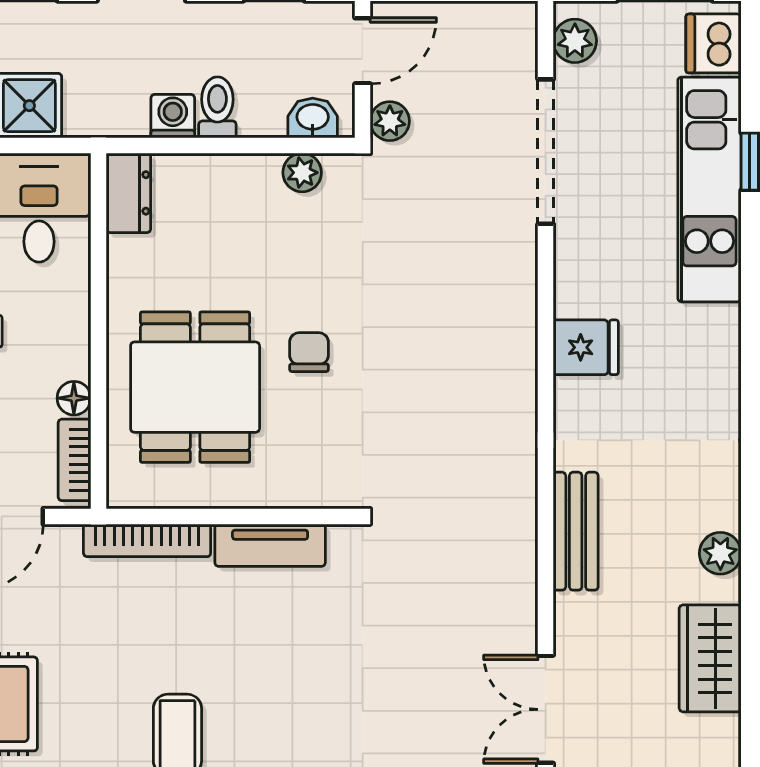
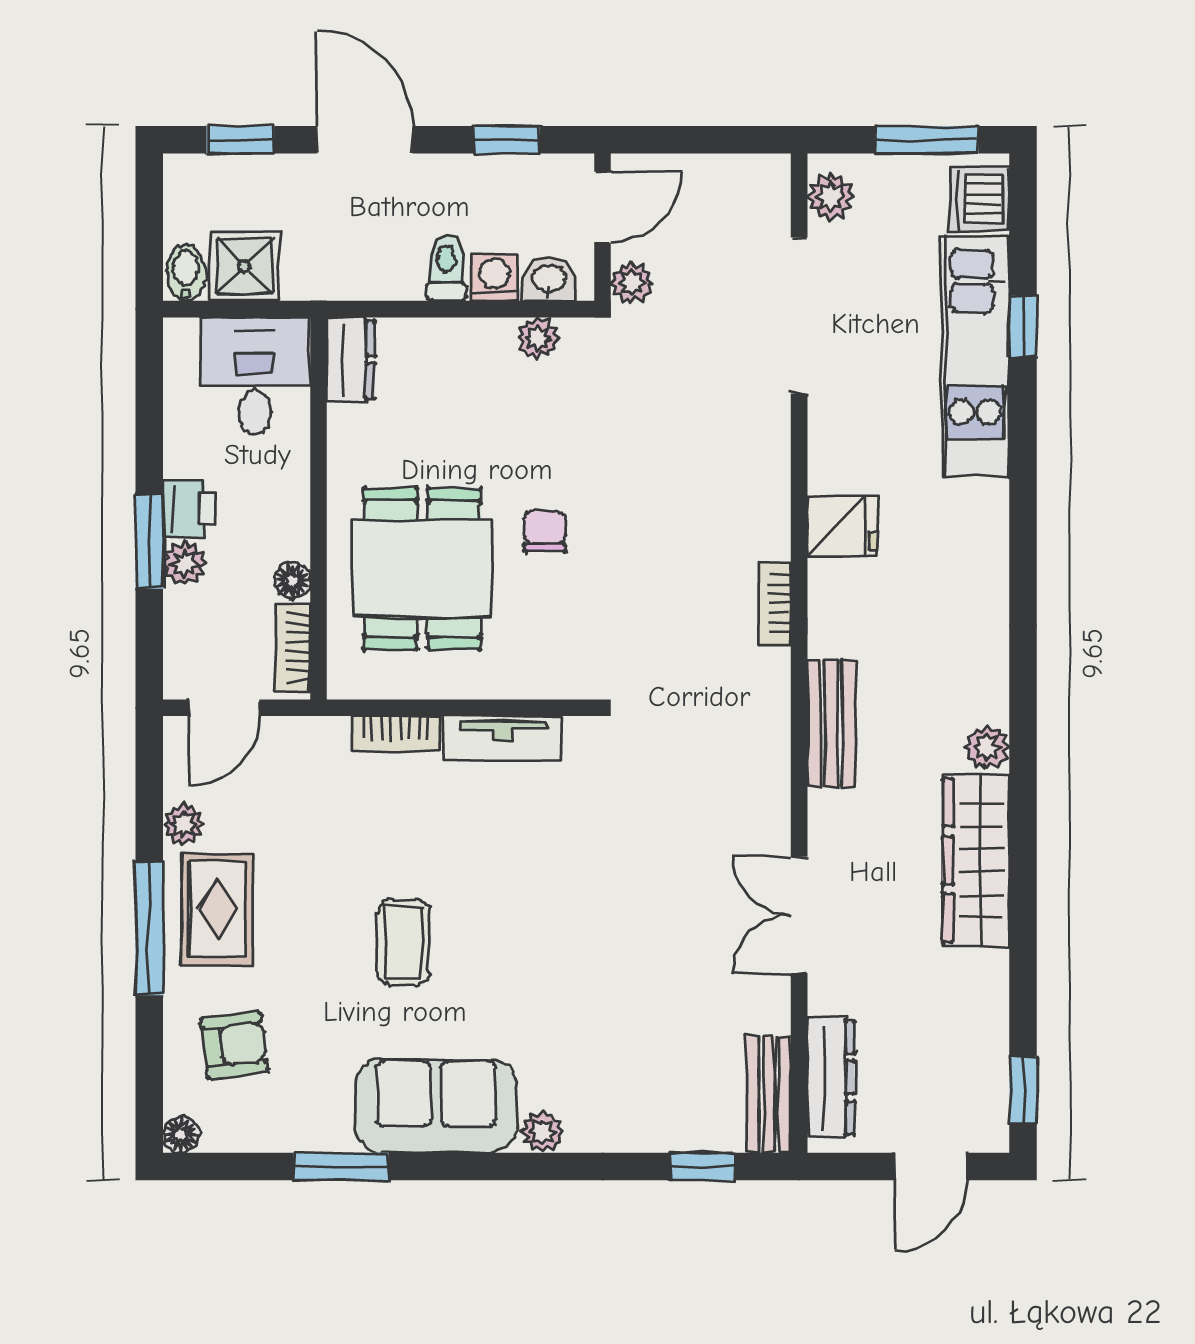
washing machine: (173, 116) -> (494, 277), moved
bookcase: (523, 419) -> (775, 603), added
bookcase: (147, 540) -> (395, 733), width x0.64
wardrobe: (710, 658) -> (976, 860), width x1.50

